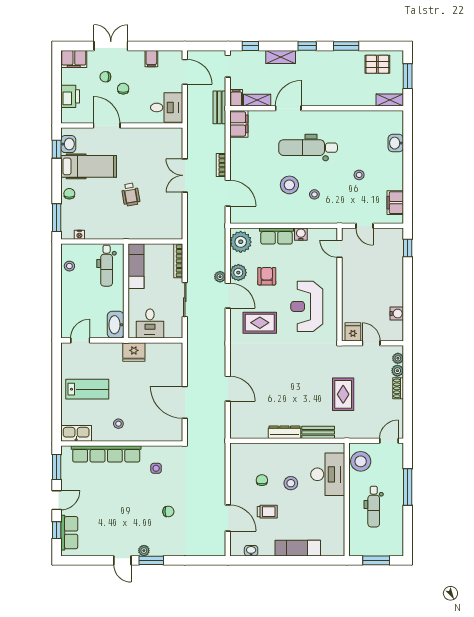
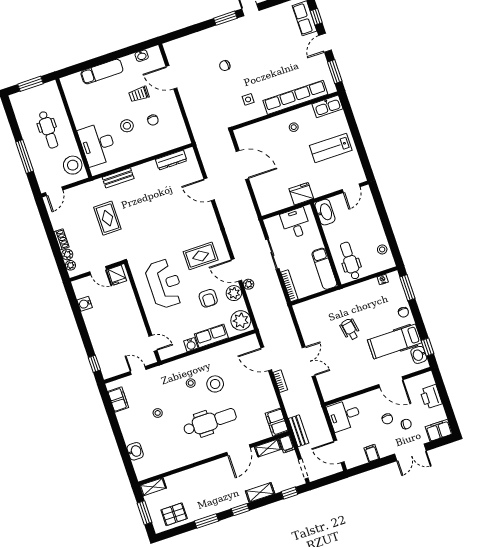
dresser: (284, 432) -> (171, 160), moved
dental chair: (374, 507) -> (48, 130), turned 180
plant: (144, 551) -> (235, 25), removed

